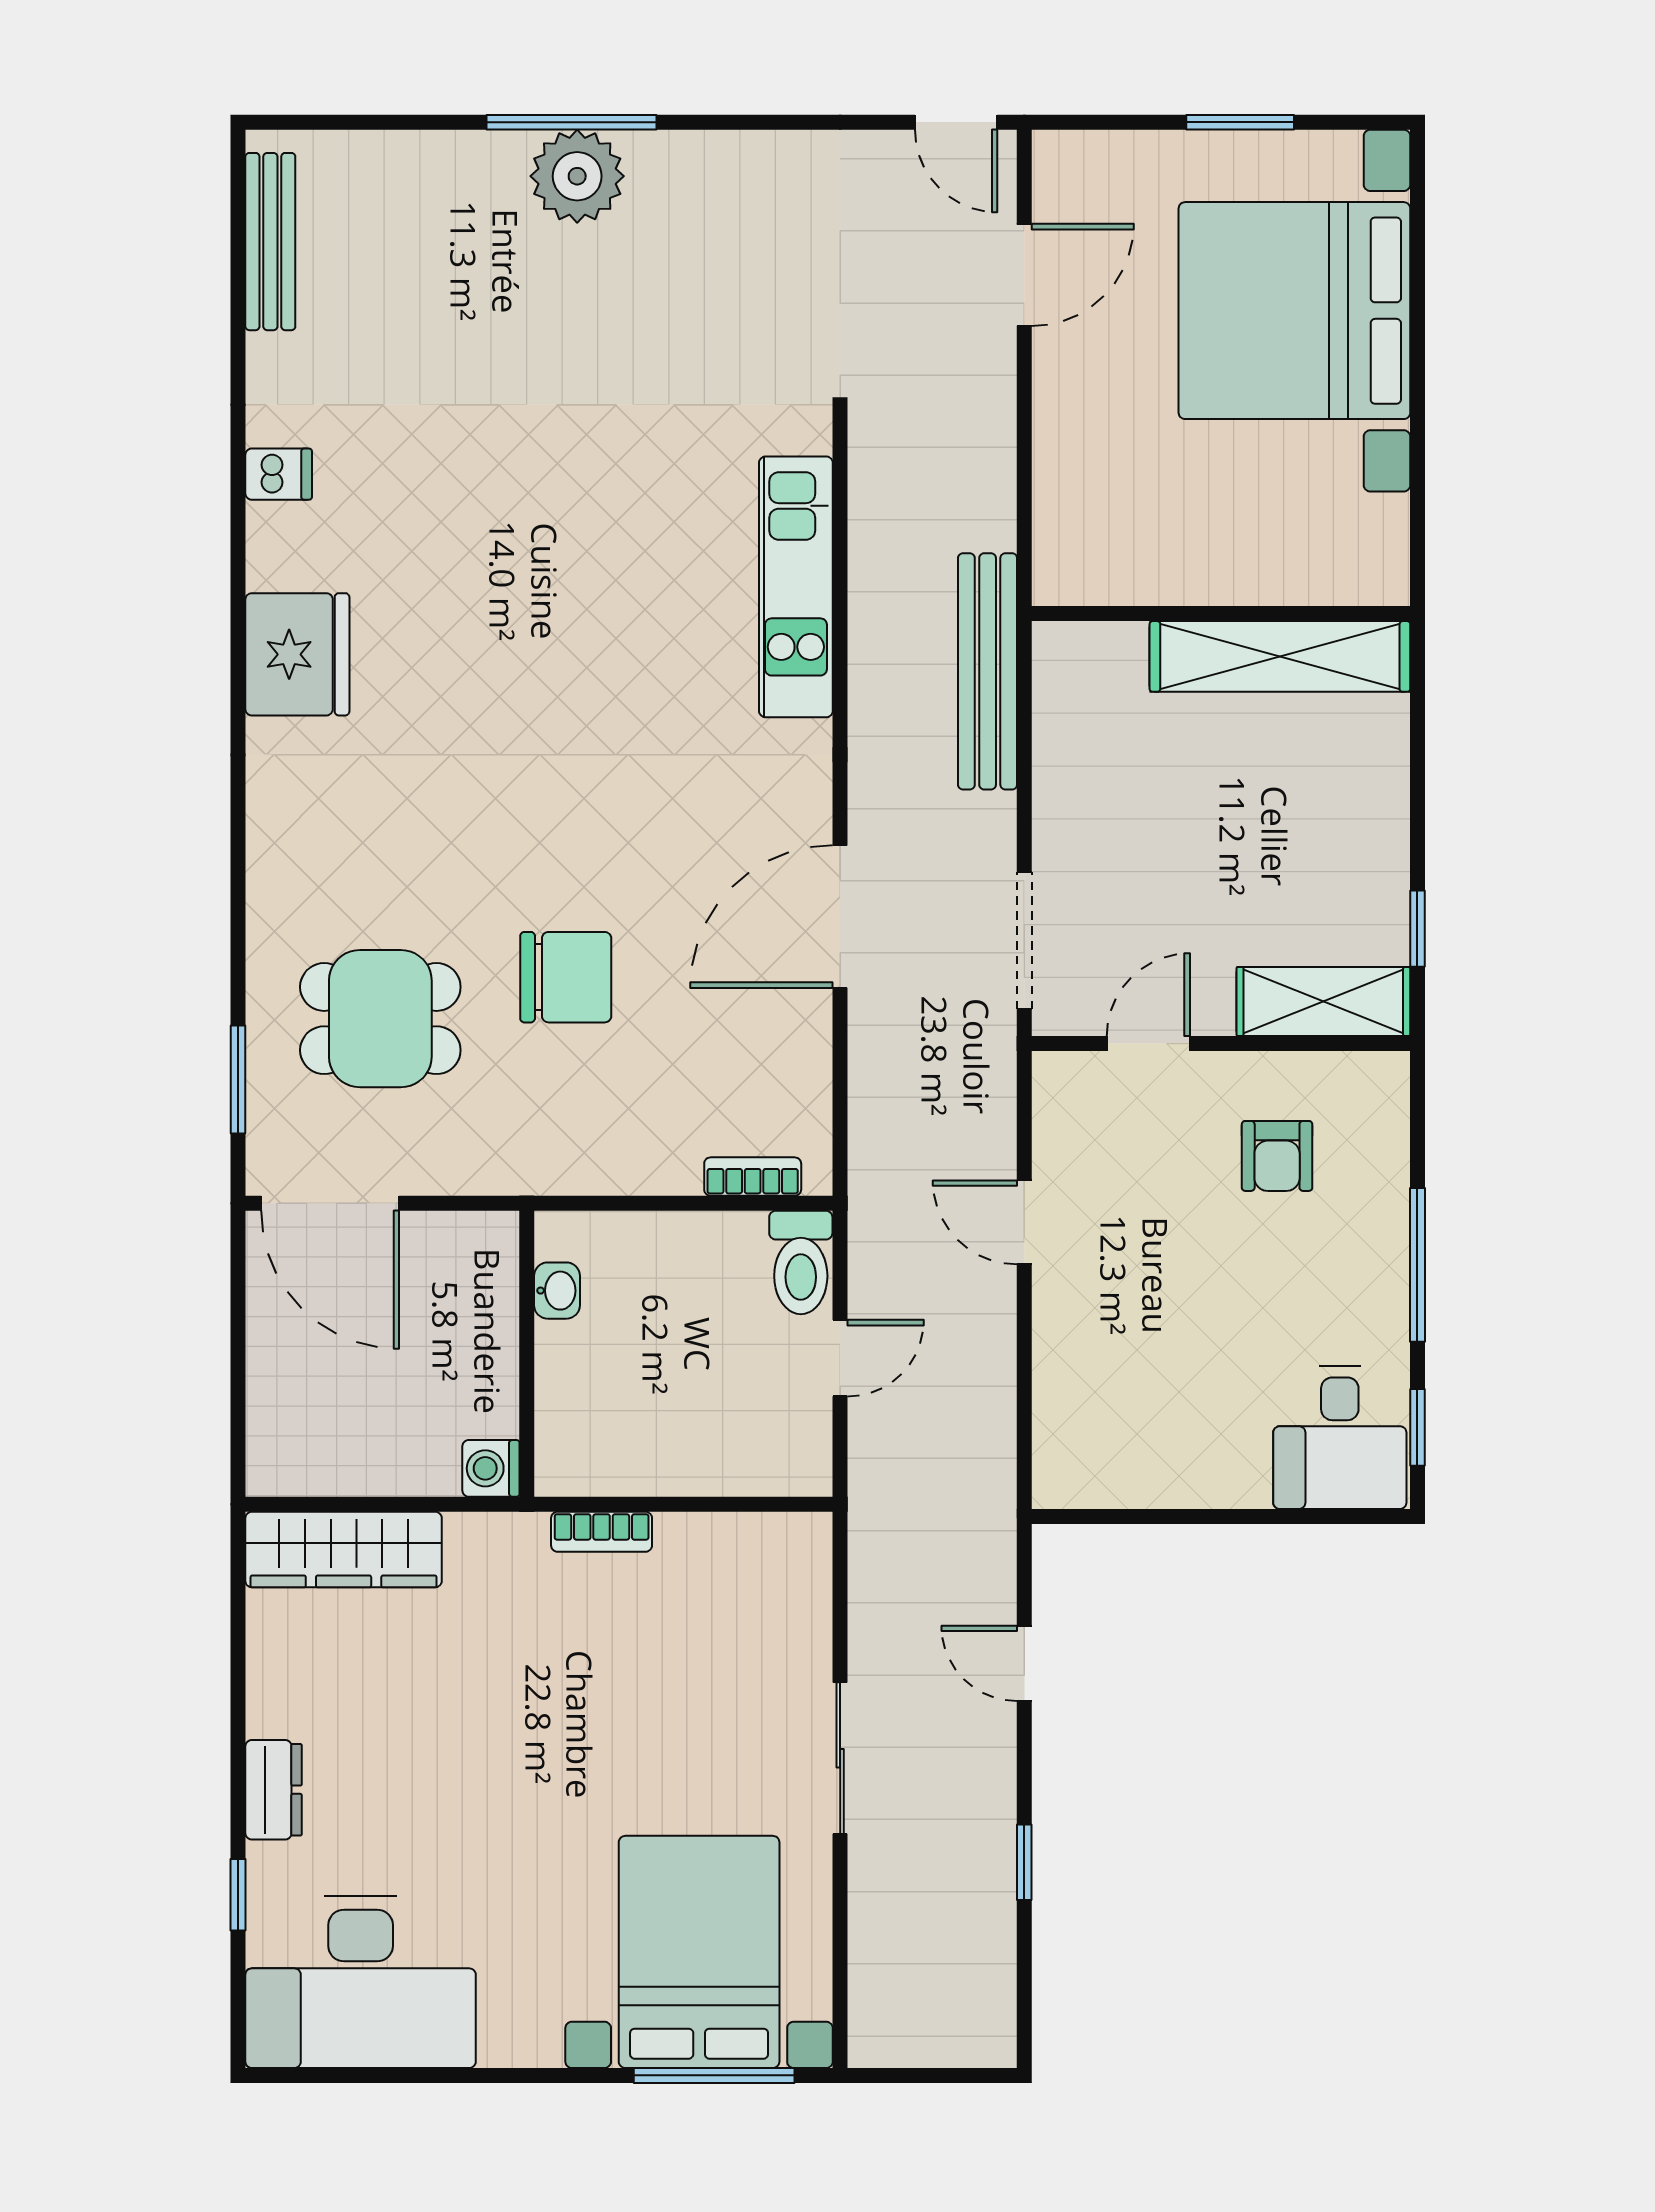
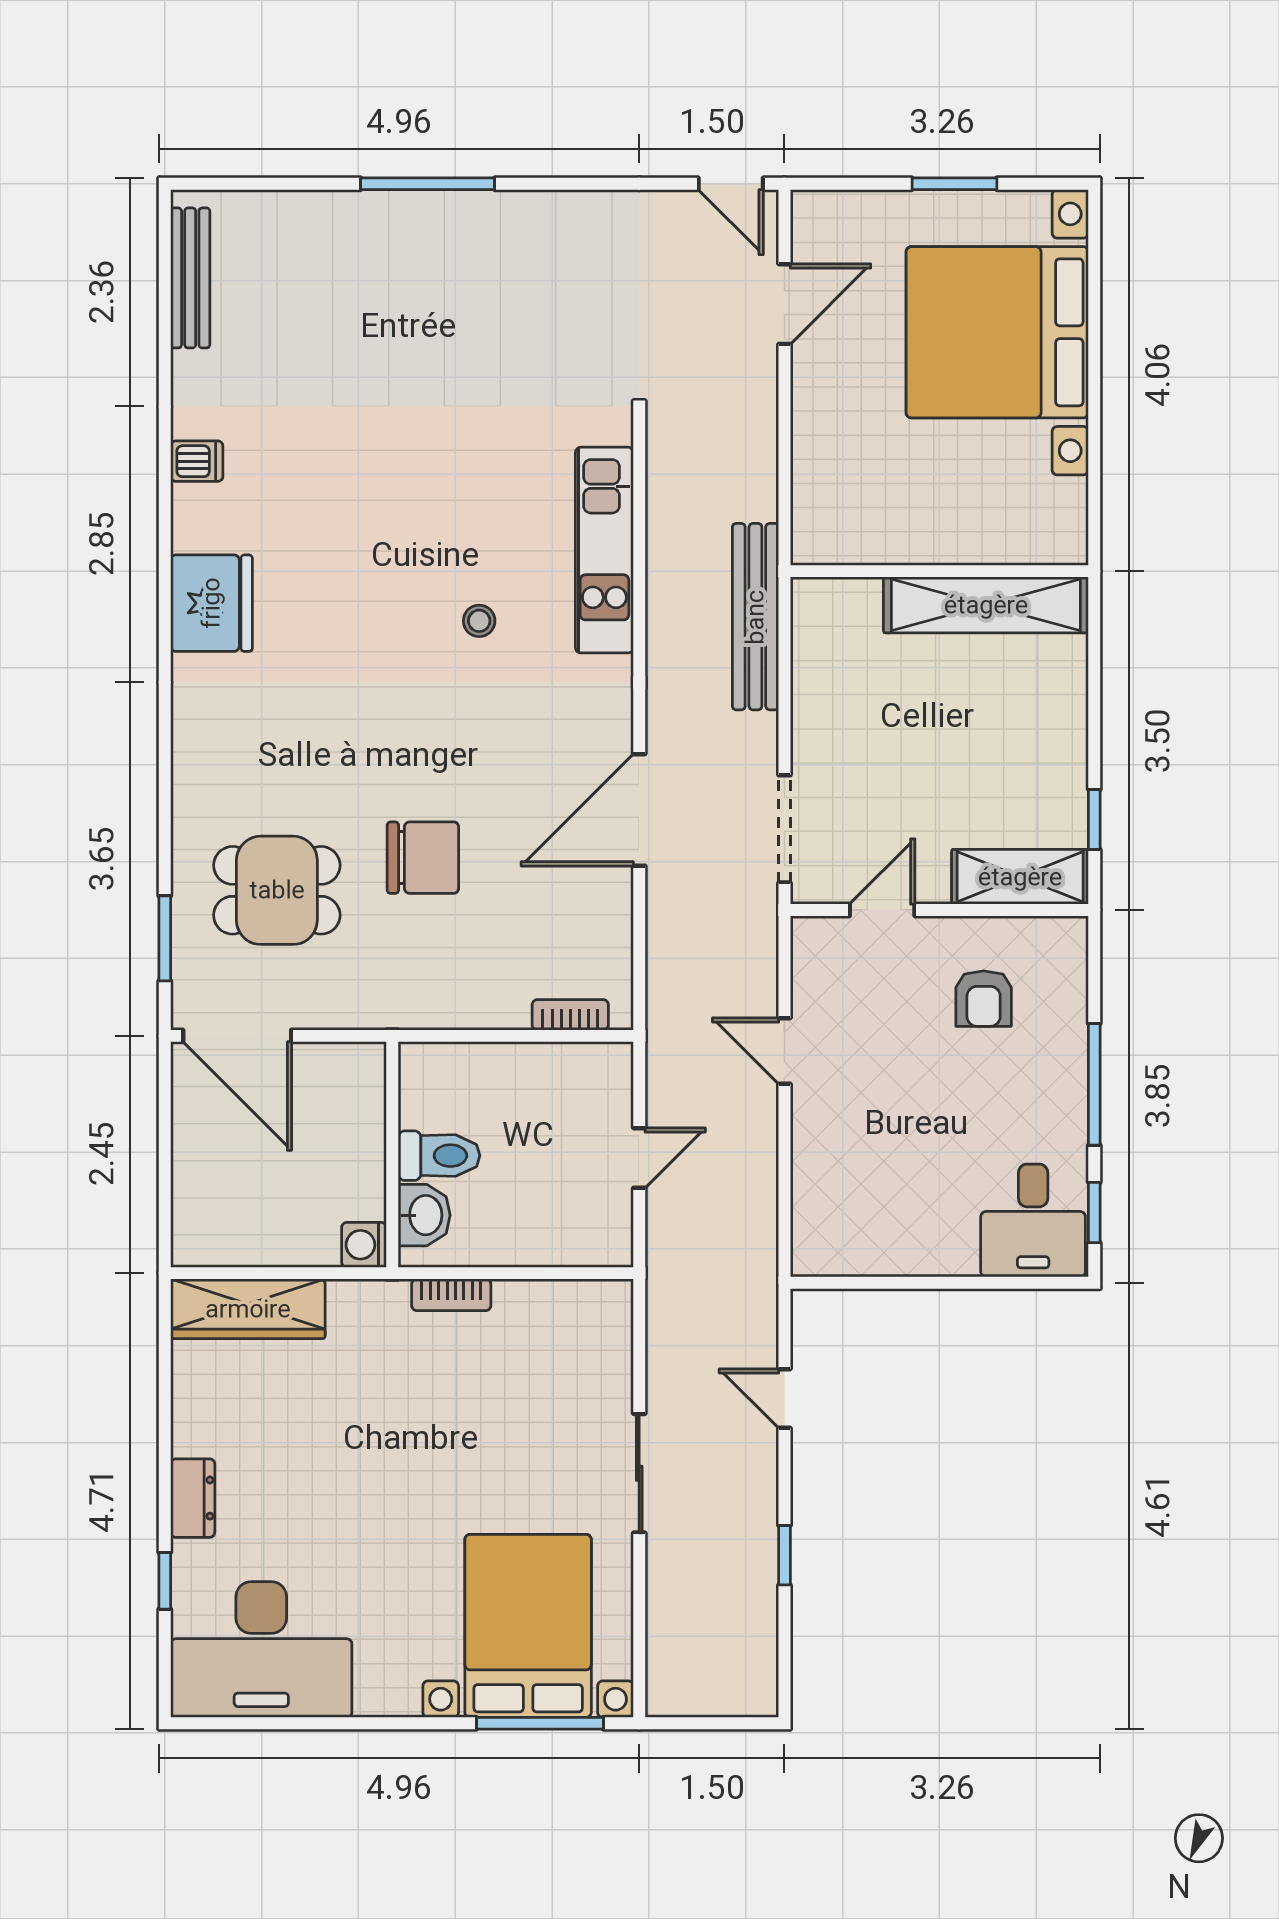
plant: (577, 176) -> (432, 226), removed
stool: (637, 677) -> (479, 621), added
toilet: (801, 1262) -> (439, 1156), moved, turned -90
washbasin: (557, 1291) -> (424, 1215), moved, width x1.38, depth x1.45

